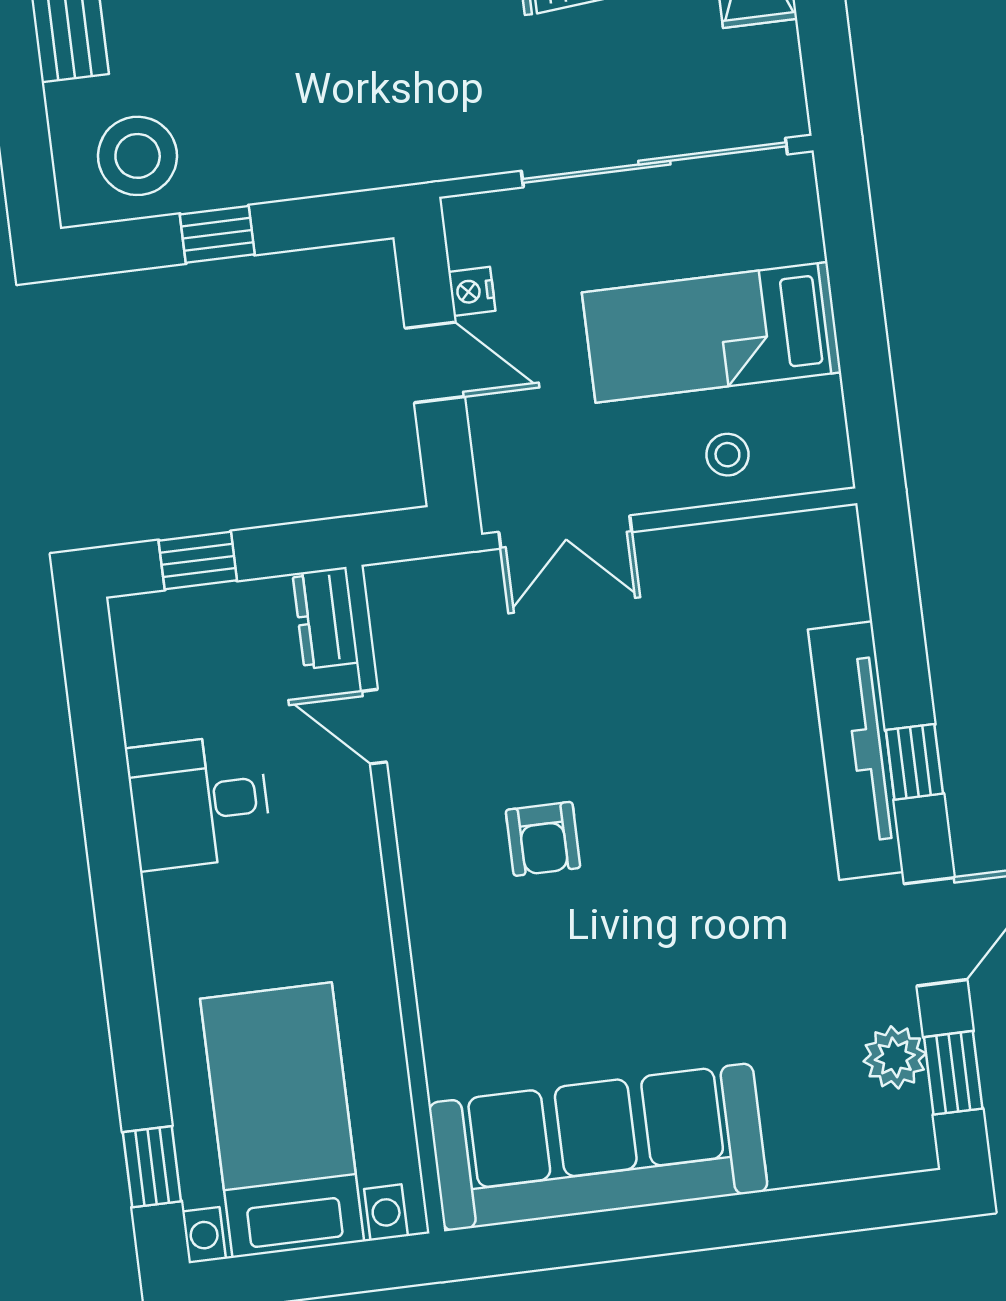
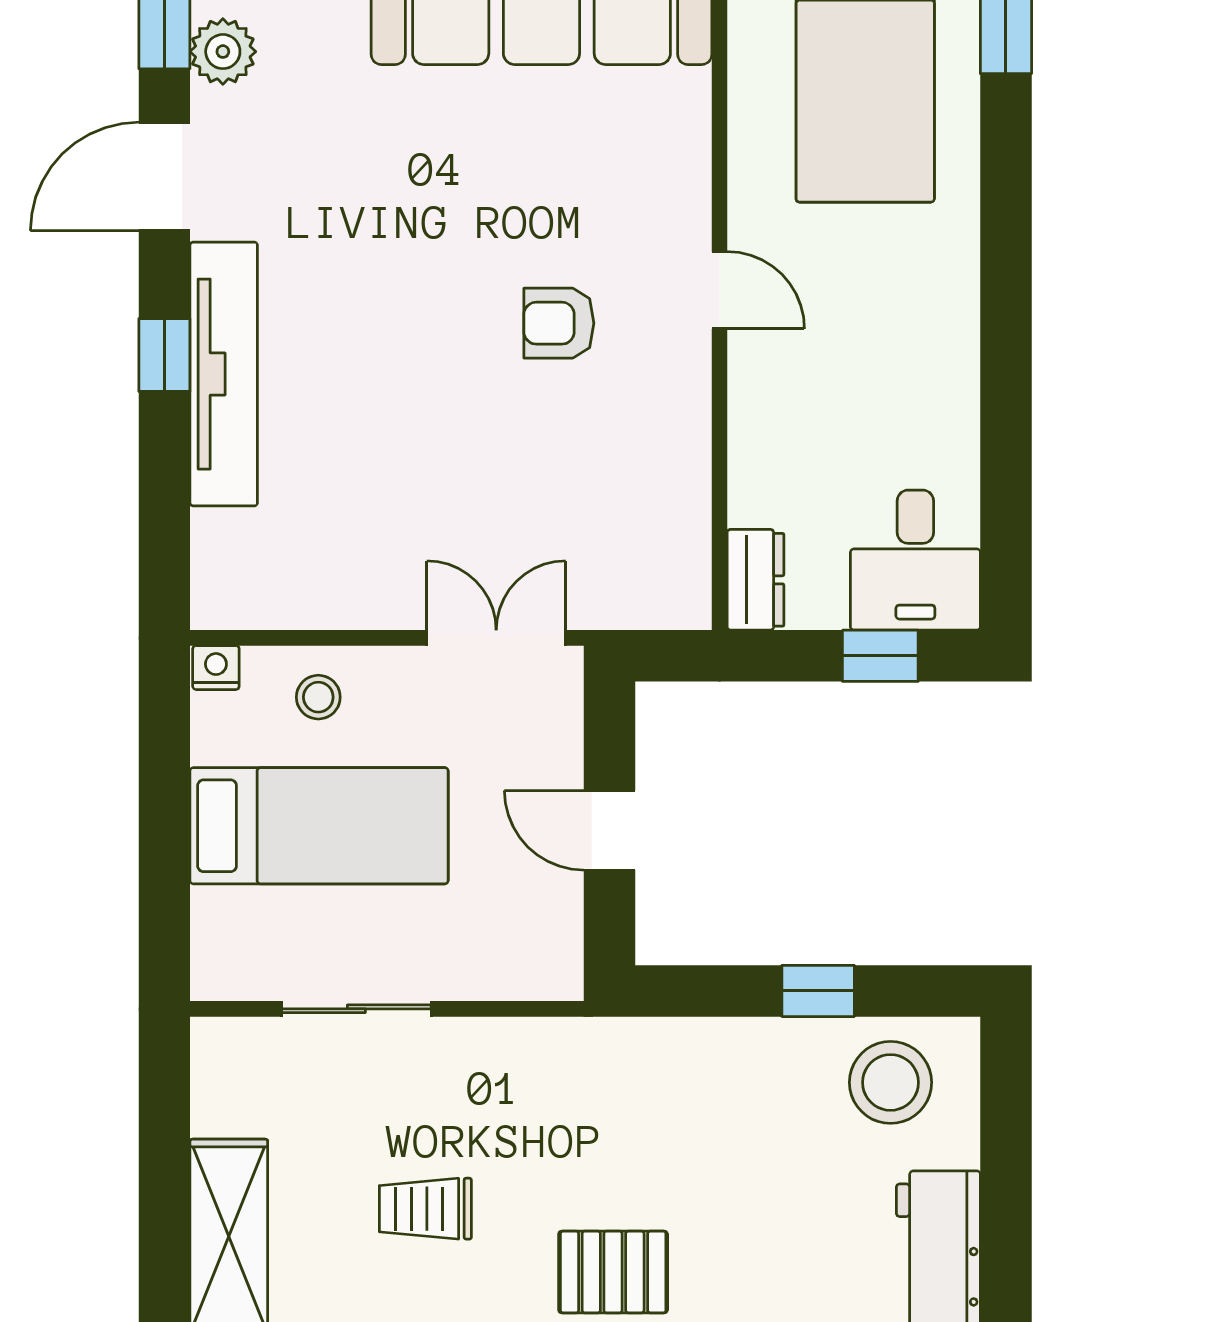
sliding door: (654, 163) -> (356, 1009), width x0.54
nightstand: (472, 291) -> (216, 668), moved, turned -90
door: (374, 727) -> (719, 290), moved
desk: (199, 802) -> (915, 560), moved, turned 90
armchair: (543, 839) -> (559, 323), turned -90

